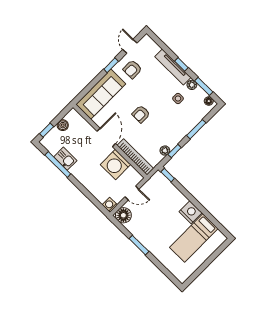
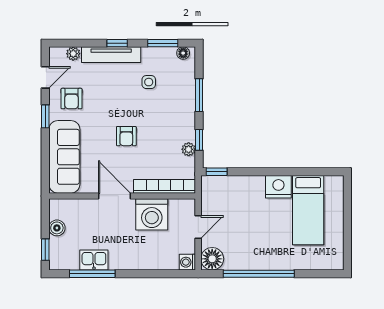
door: (130, 46) -> (45, 77), swing flipped
plant: (192, 85) -> (73, 54), moved
window: (139, 245) -> (259, 274), width x2.11

